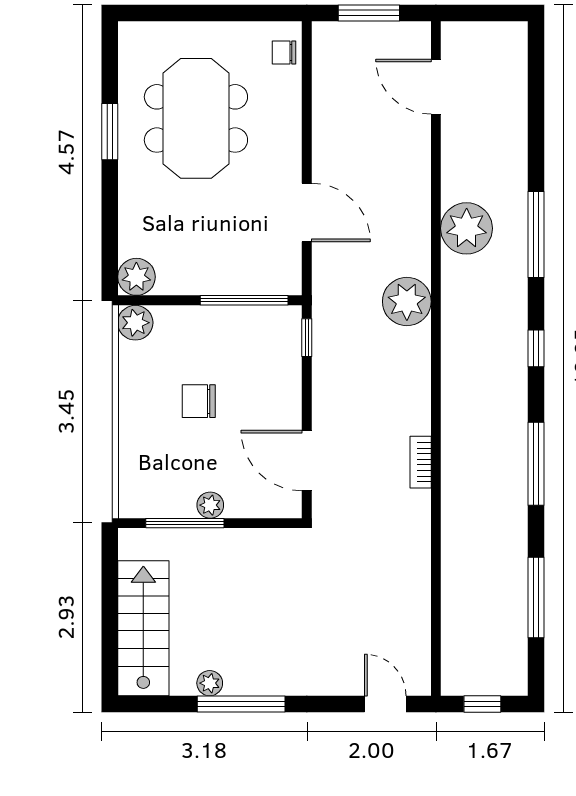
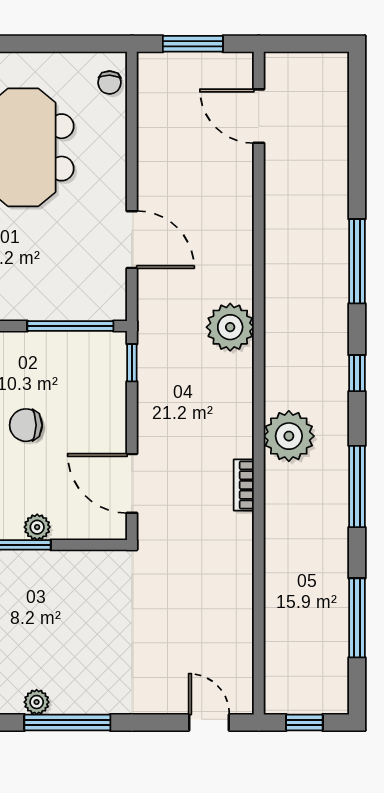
chair: (284, 52) -> (109, 83), turned -88
plant: (467, 228) -> (289, 436), moved

